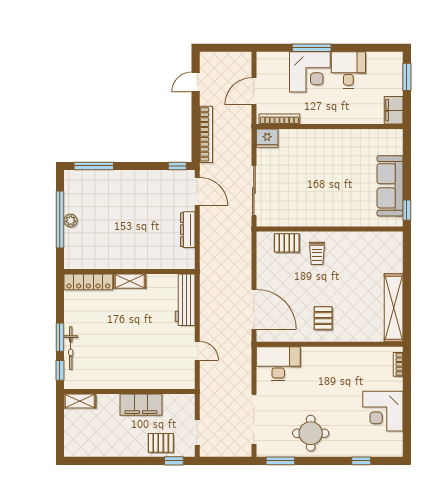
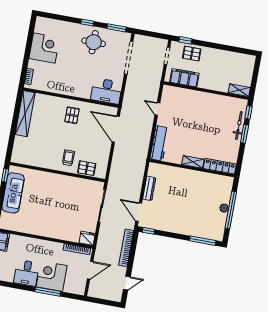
filing cabinet: (141, 405) -> (184, 78), moved
window: (361, 461) -> (87, 23), moved

